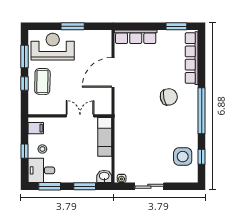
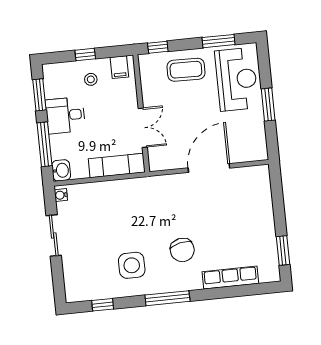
row of seats: (136, 37) -> (262, 195), removed
row of seats: (192, 58) -> (230, 278), width x0.73
door: (113, 72) -> (209, 168), hinge flipped
window: (25, 83) -> (158, 47), moved
window: (202, 111) -> (167, 298), width x0.68
side table: (183, 157) -> (132, 265), moved
desk: (41, 170) -> (65, 115), moved, turned -90
window: (85, 186) -> (44, 144), width x1.44

